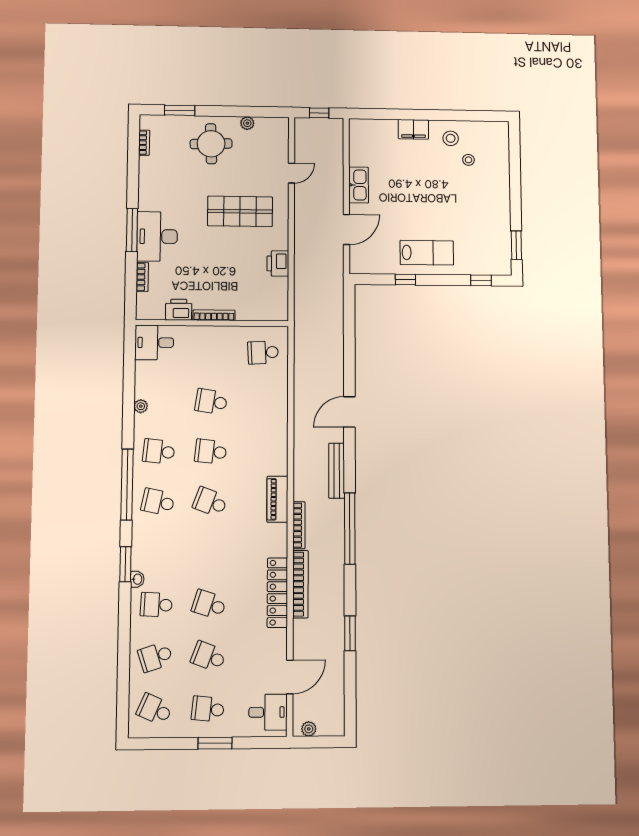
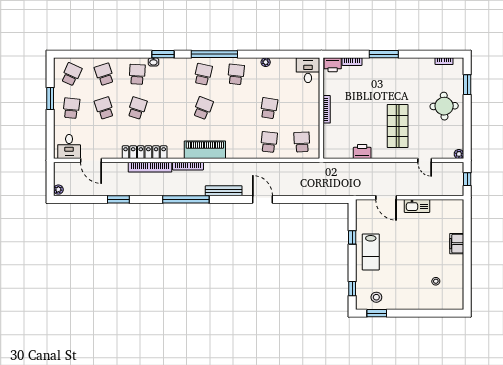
plant: (247, 123) -> (459, 154), moved
stool: (451, 138) -> (376, 297), moved
desk: (157, 236) -> (380, 71), removed
printer: (179, 310) -> (333, 65), moved, turned 90
school desk: (211, 452) -> (269, 142), moved
piano: (277, 499) -> (205, 150), width x1.37, depth x1.33
school desk: (208, 656) -> (104, 108), turned -39
plant: (309, 729) -> (58, 190), moved
window: (215, 743) -> (50, 98), moved

